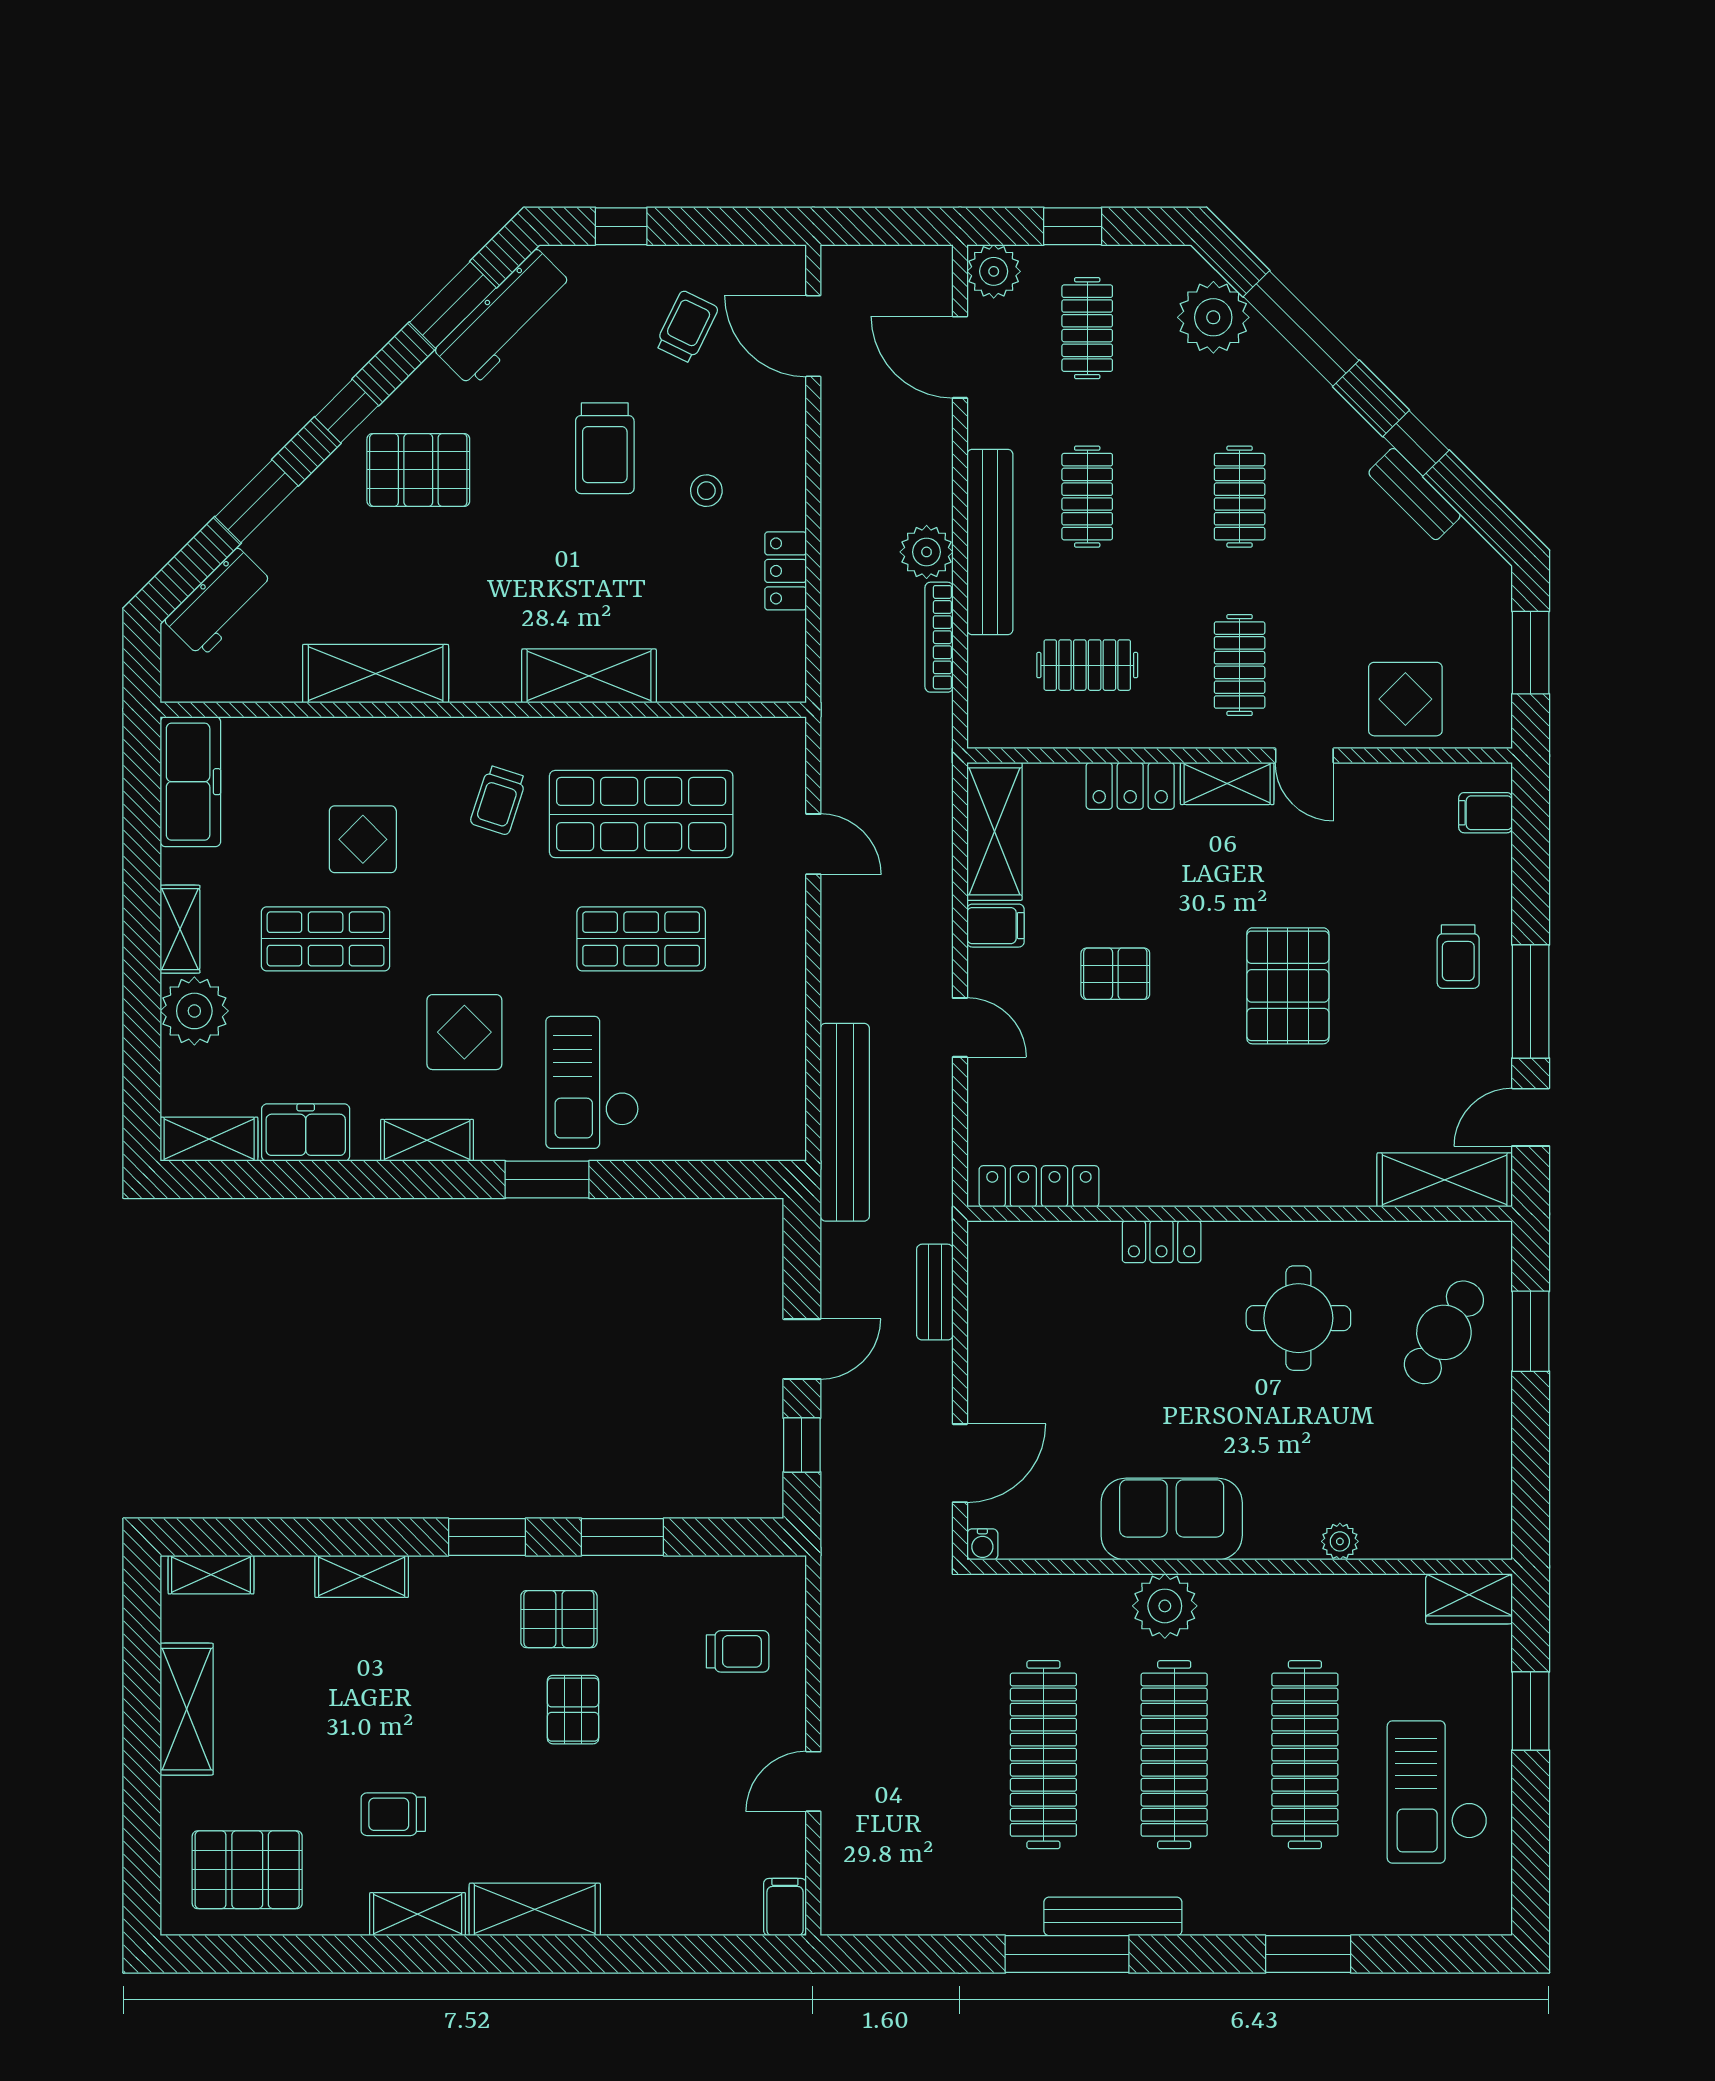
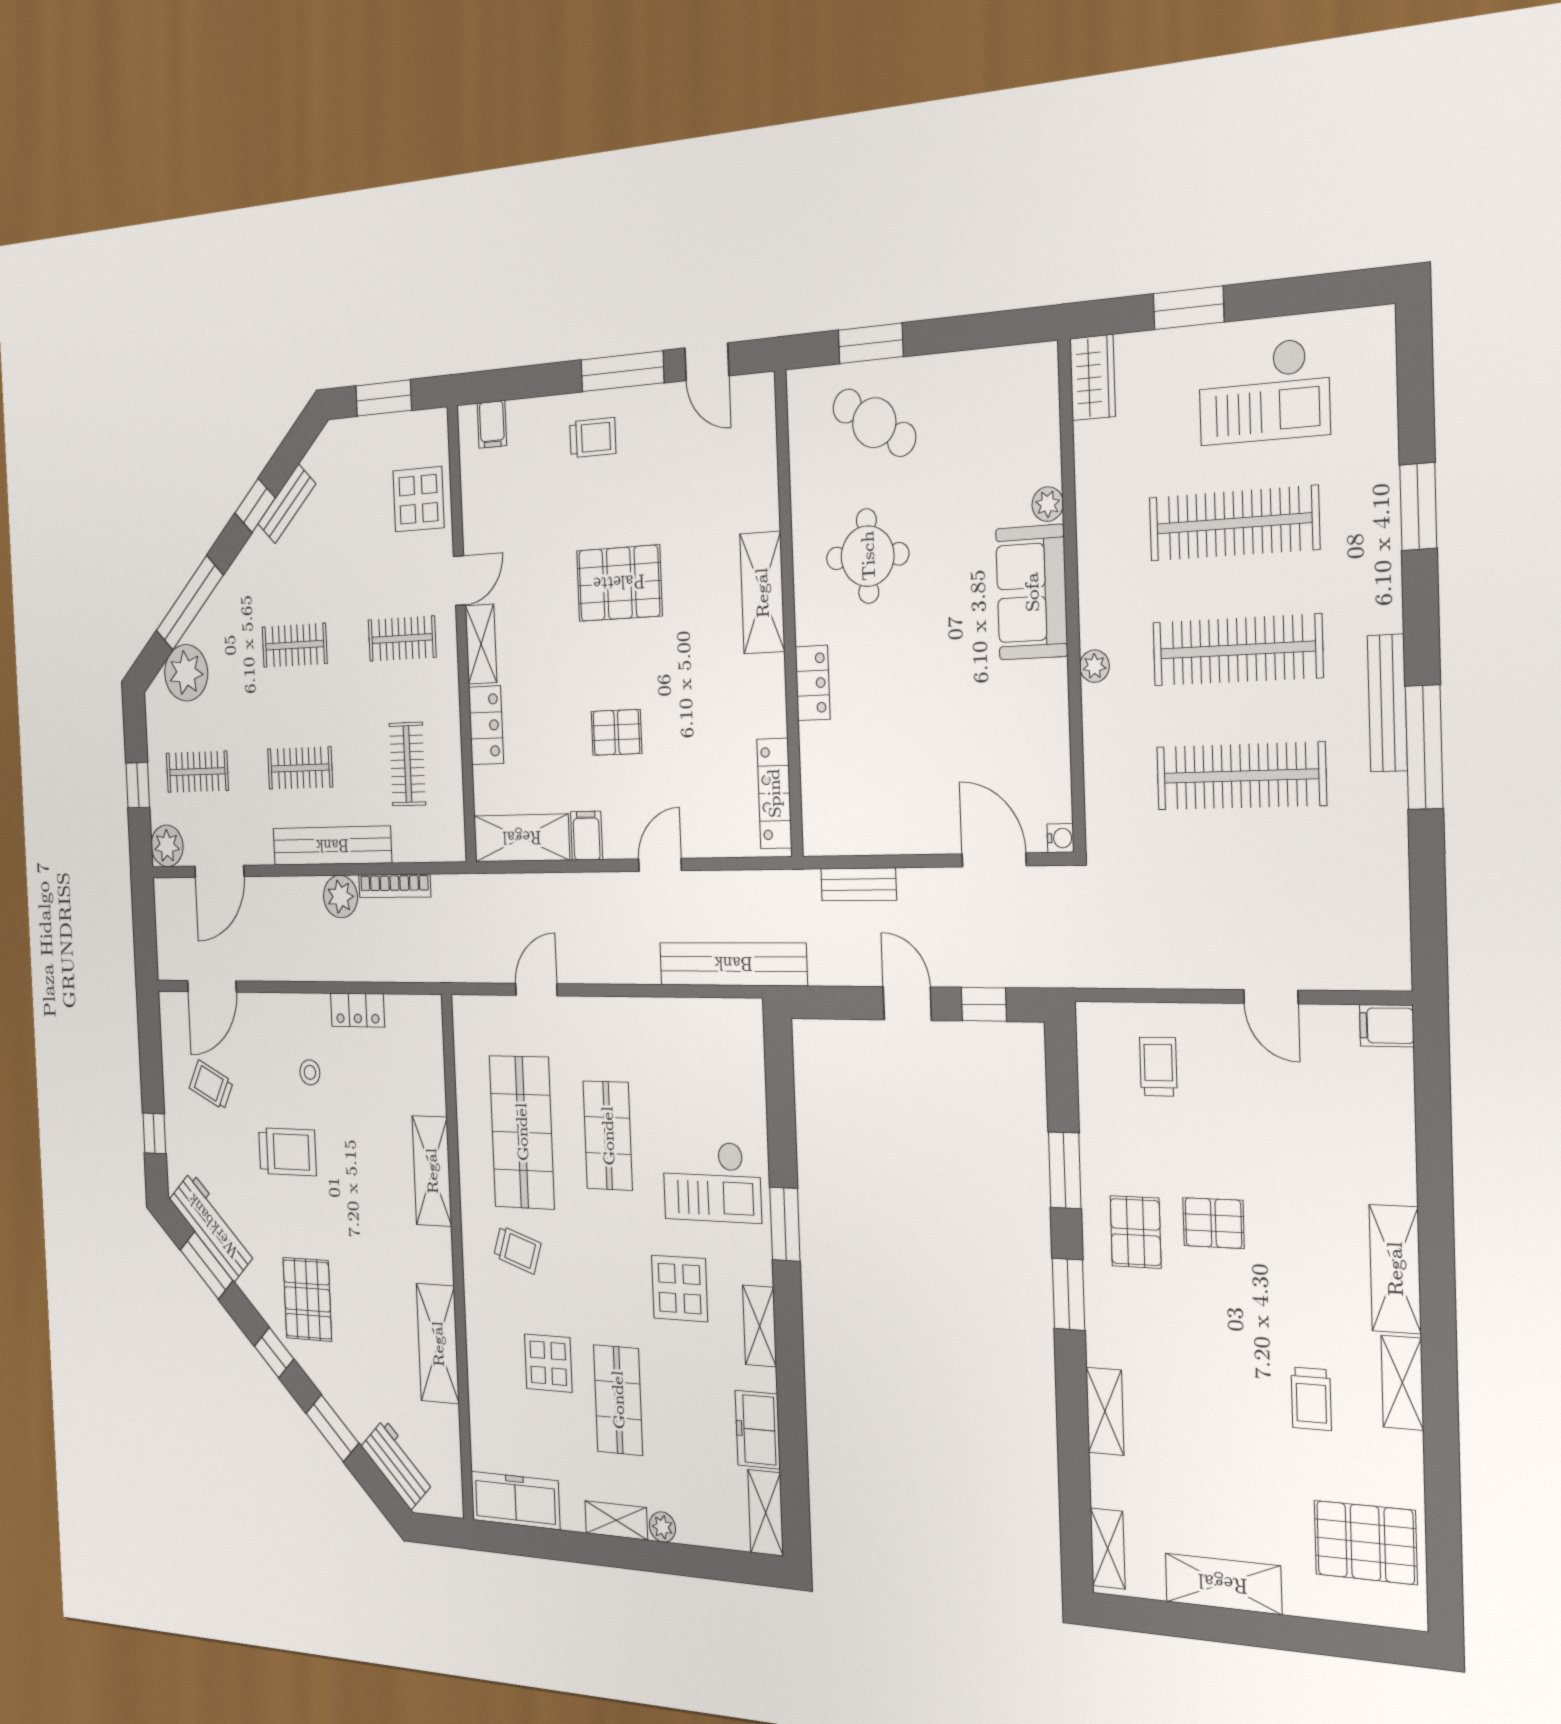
pallet: (1115, 974) -> (616, 732), turned 90
plant: (194, 1011) -> (662, 1527), width x0.53, depth x0.53
shelving: (1445, 1180) -> (762, 593), moved
sofa: (1172, 1519) -> (1032, 592), moved
plant: (1165, 1606) -> (1095, 666), width x0.53, depth x0.53
pallet: (247, 1870) -> (1365, 1542), turned 90

